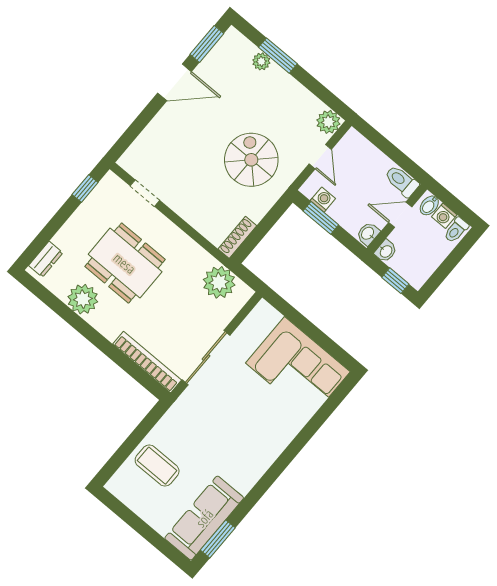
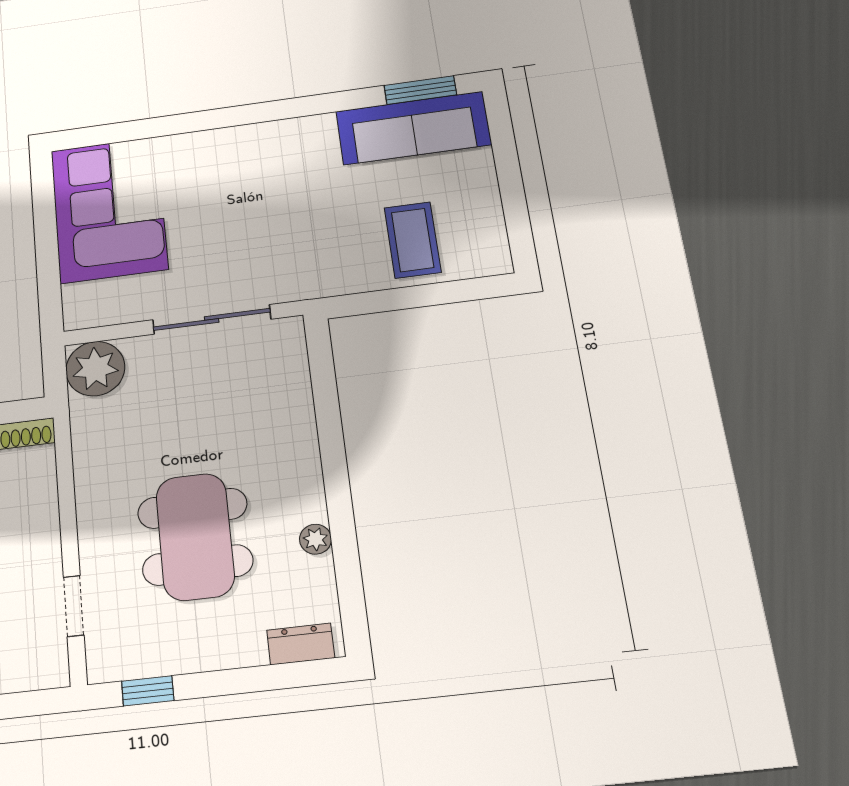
plant: (219, 282) -> (95, 369), moved
plant: (83, 299) -> (316, 539), width x0.53, depth x0.53
bookcase: (147, 362) -> (295, 380), removed

